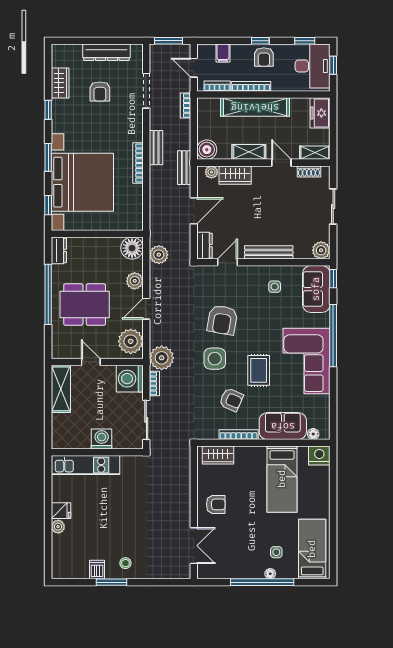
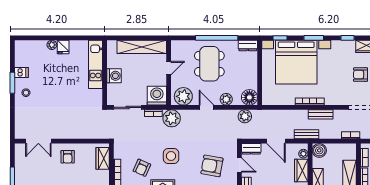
armchair: (222, 320) -> (212, 166), moved
shelving: (61, 389) -> (142, 47), width x1.47

